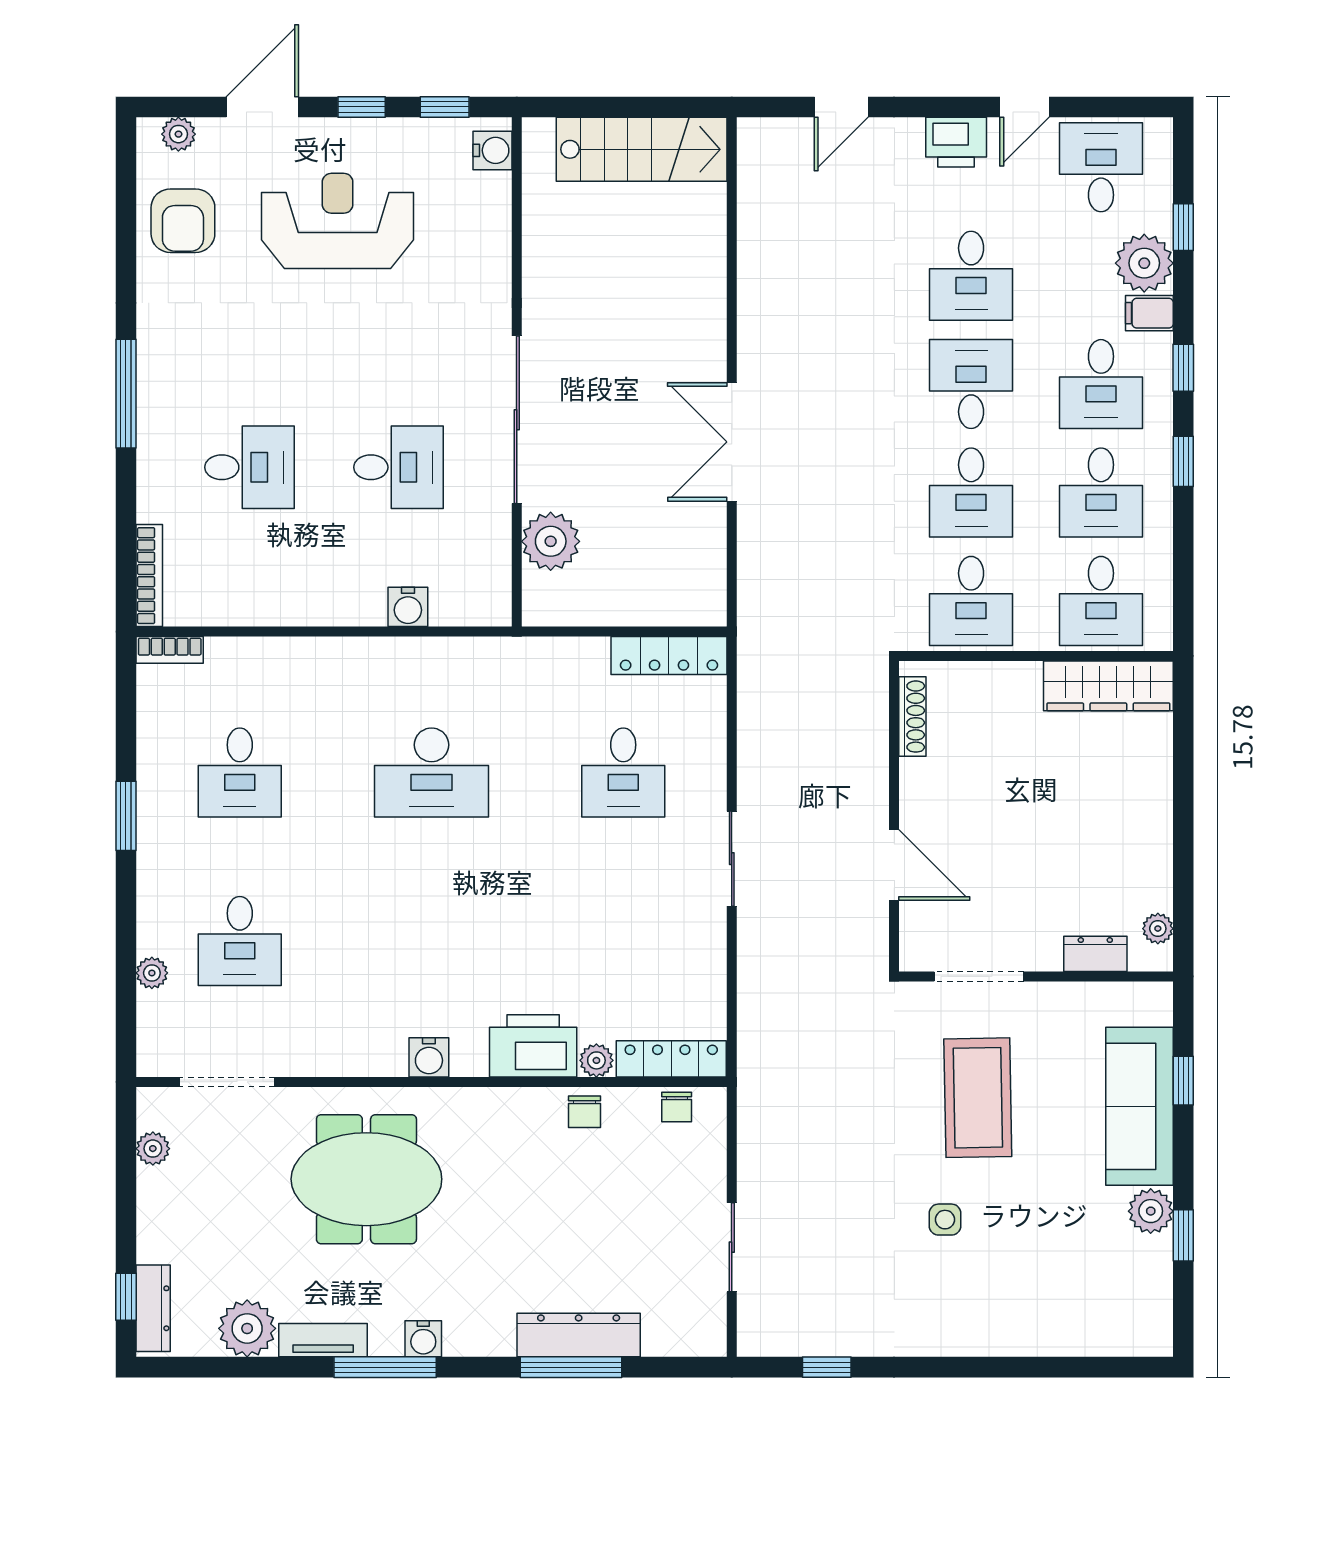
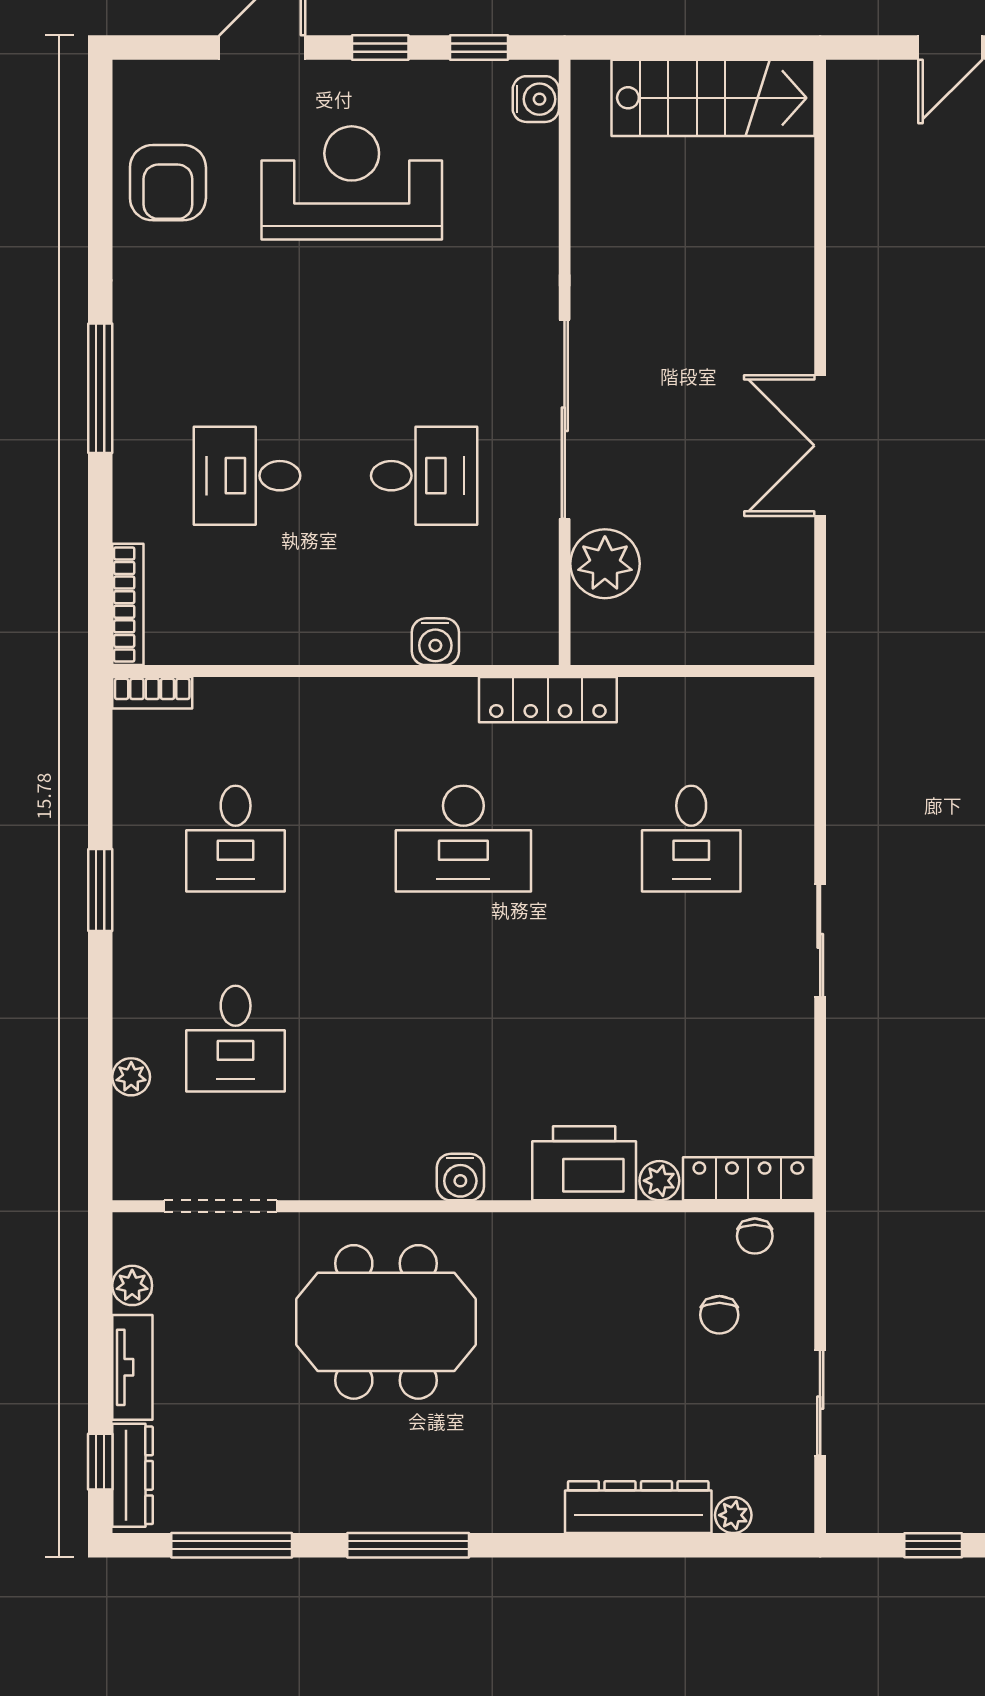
plant: (178, 134) -> (163, 80), removed
desk: (249, 467) -> (247, 476), turned 180
locker: (669, 656) -> (548, 700), moved
chair: (584, 1112) -> (719, 1315), moved
plant: (247, 1328) -> (733, 1515), moved, width x0.53, depth x0.53
water cooler: (423, 1339) -> (454, 1512), removed
tv unit: (323, 1340) -> (132, 1367), moved, turned 90
window: (571, 1367) -> (232, 1545), moved

